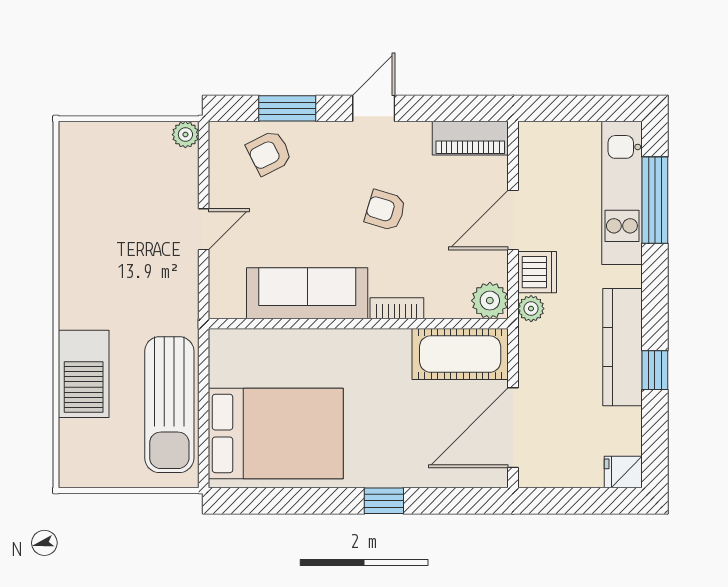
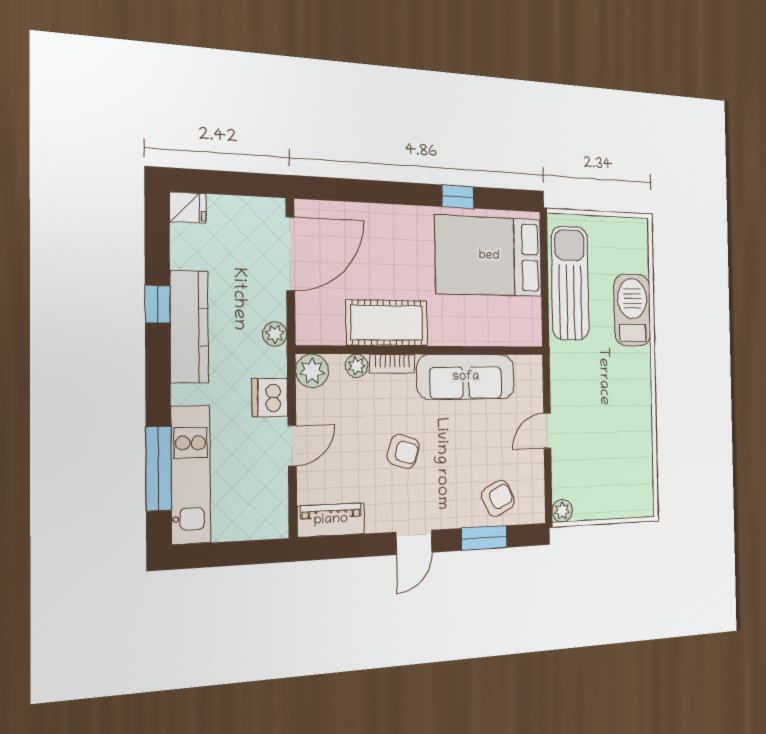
door: (513, 220) -> (292, 446), width x0.73
plant: (439, 306) -> (357, 366), added
plant: (531, 309) -> (275, 334), moved
cot: (460, 354) -> (387, 323), moved
window: (384, 501) -> (458, 197), moved

